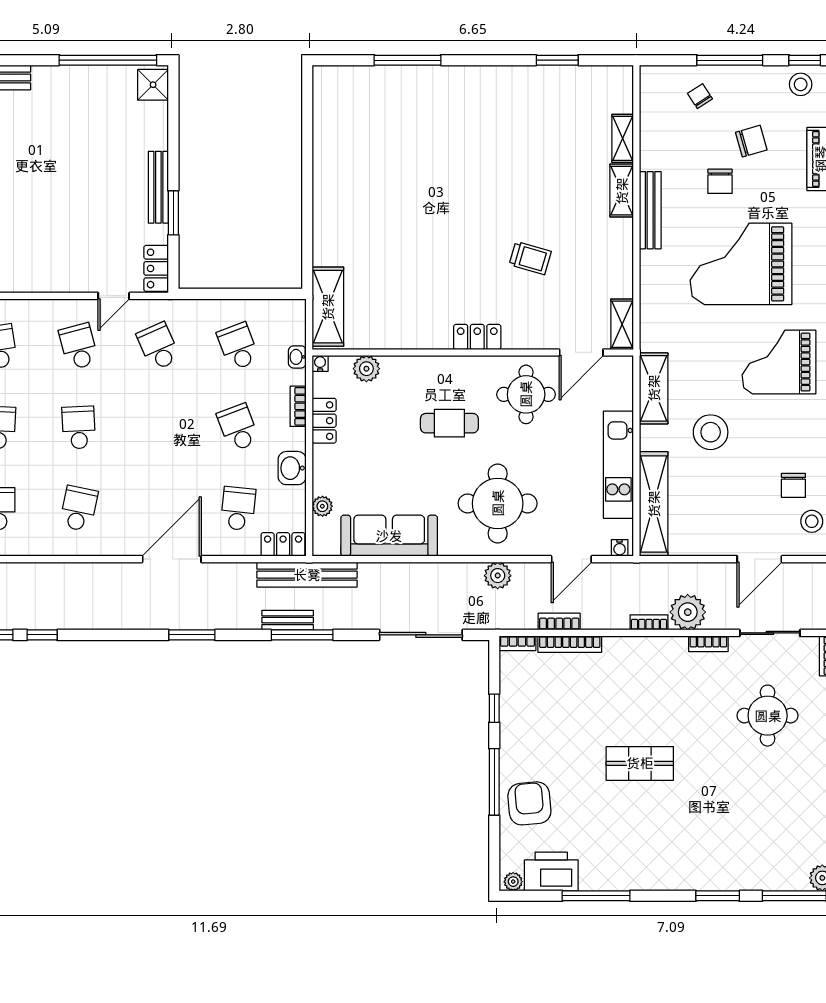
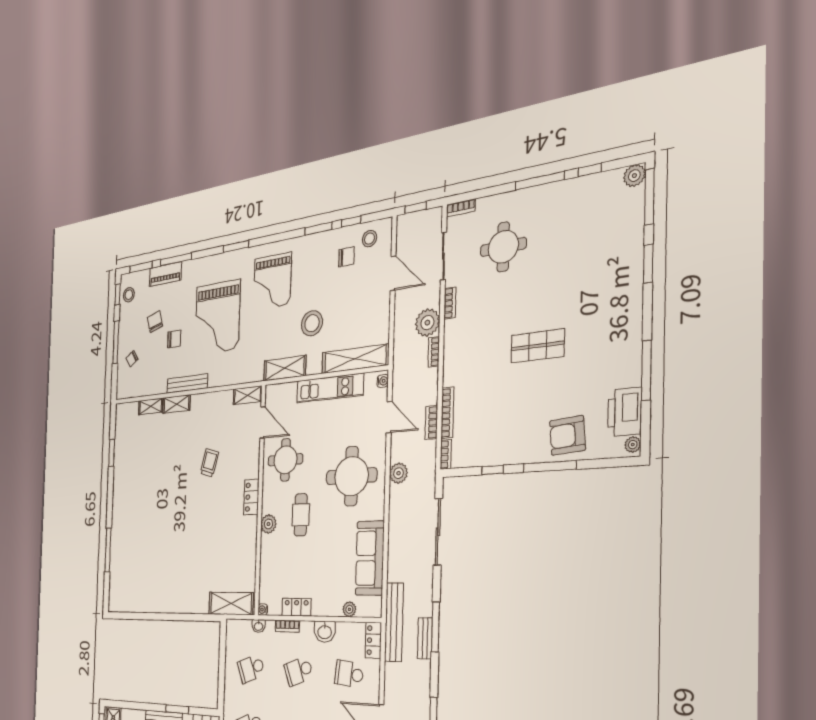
plant: (366, 369) -> (268, 524), moved
shop shelf: (640, 763) -> (538, 346), turned 90

